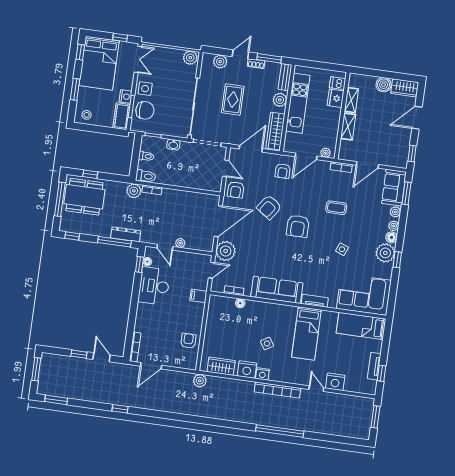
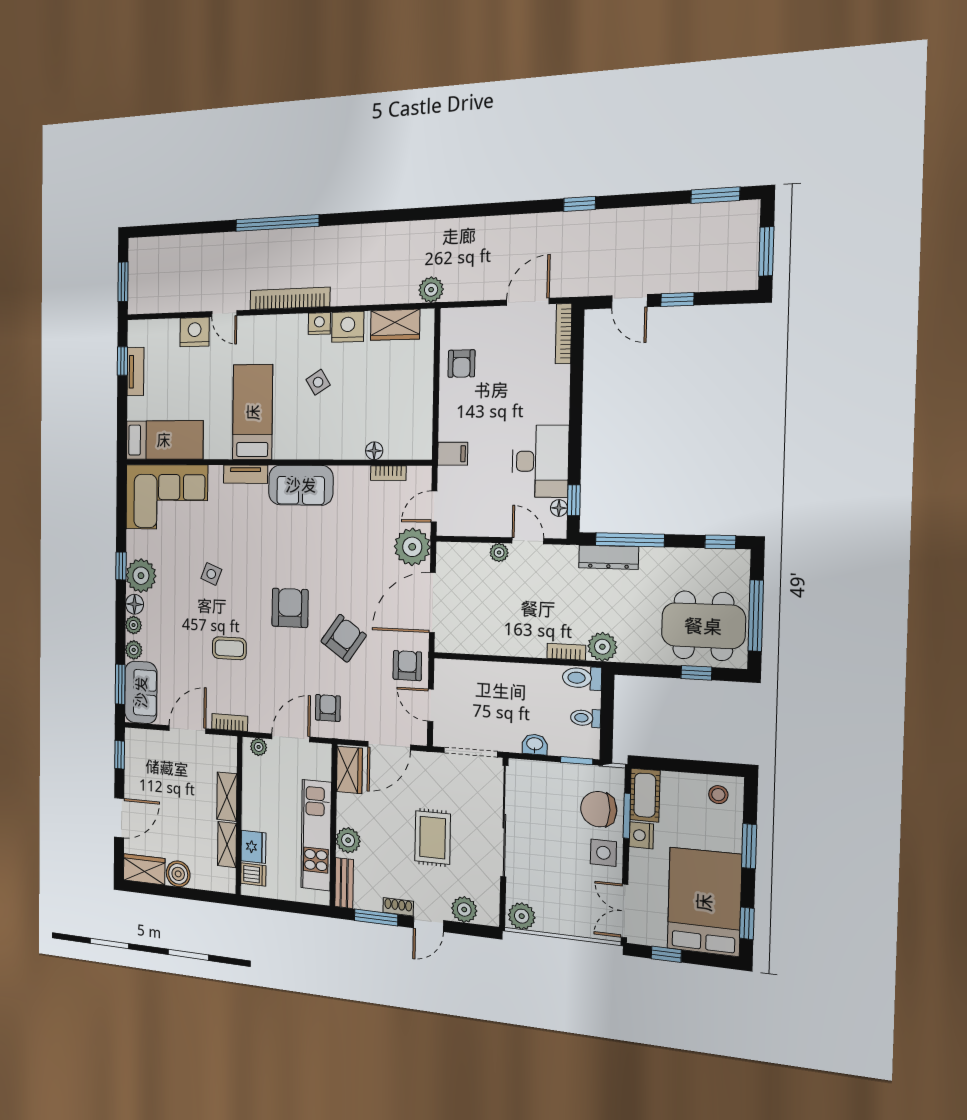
wardrobe: (275, 131) -> (349, 770), width x0.67
sofa: (277, 290) -> (301, 485), width x0.73

